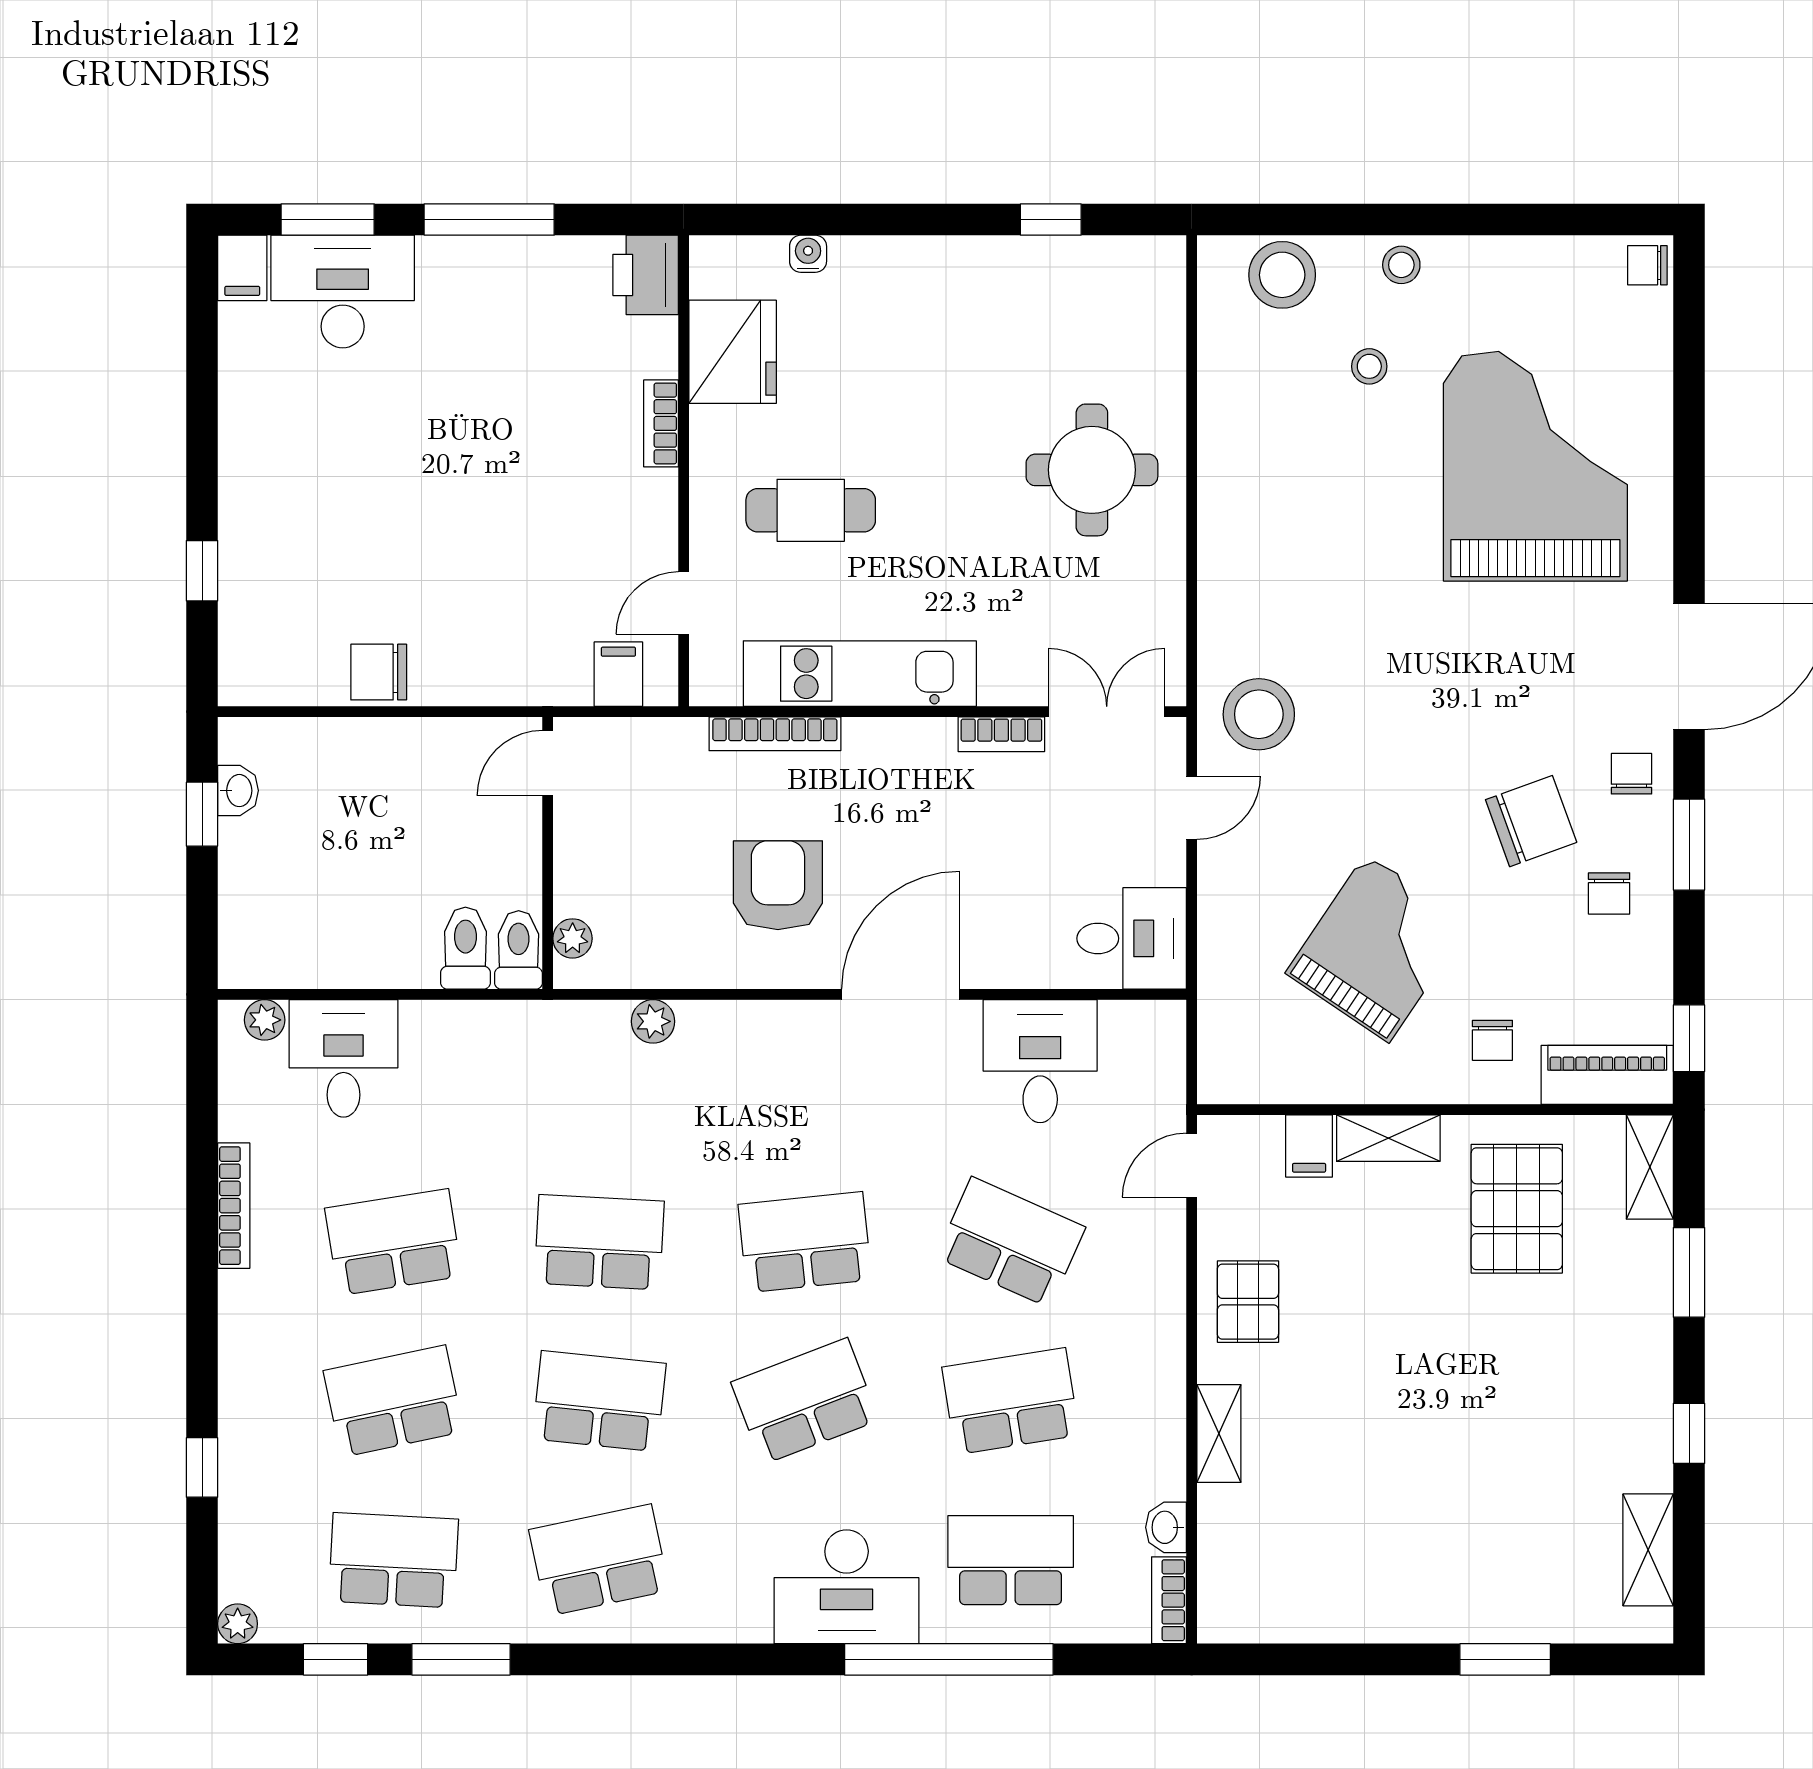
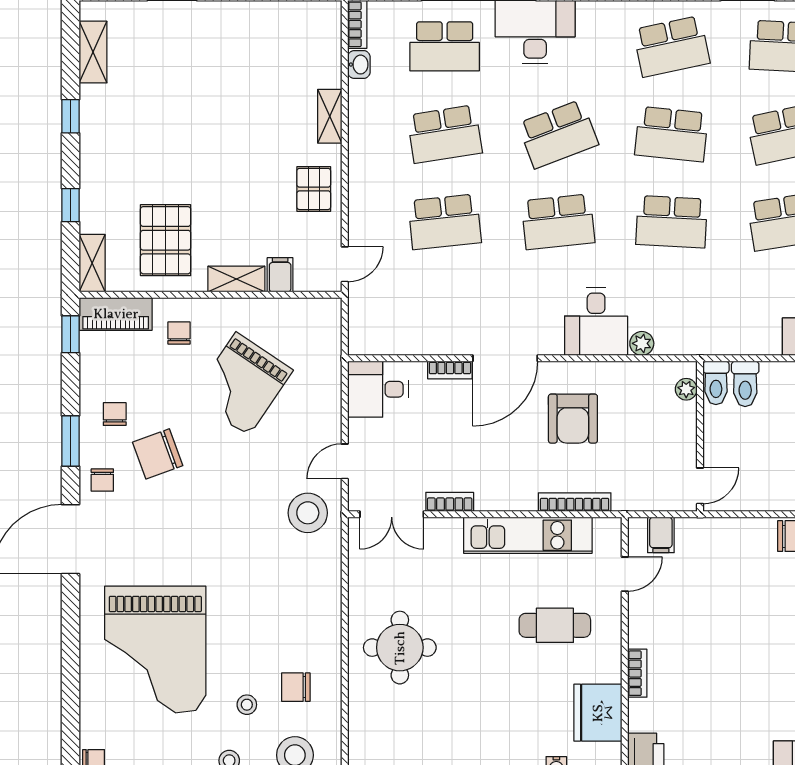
chair: (1281, 398) -> (296, 687), added
bookcase: (1001, 973) -> (450, 370), added
desk: (1040, 1061) -> (596, 322), moved
school desk: (1011, 1242) -> (445, 222), turned -30
window: (1689, 1272) -> (71, 205), width x0.67

